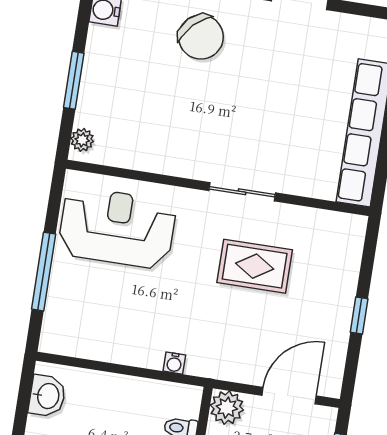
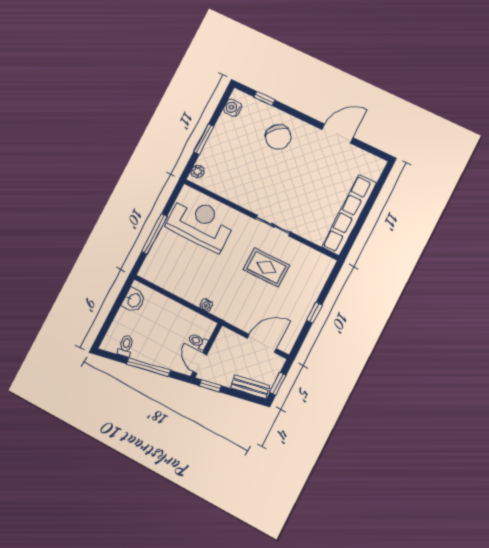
plant: (227, 408) -> (226, 339), removed

